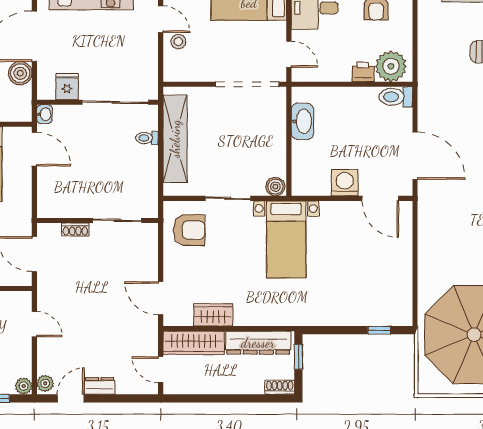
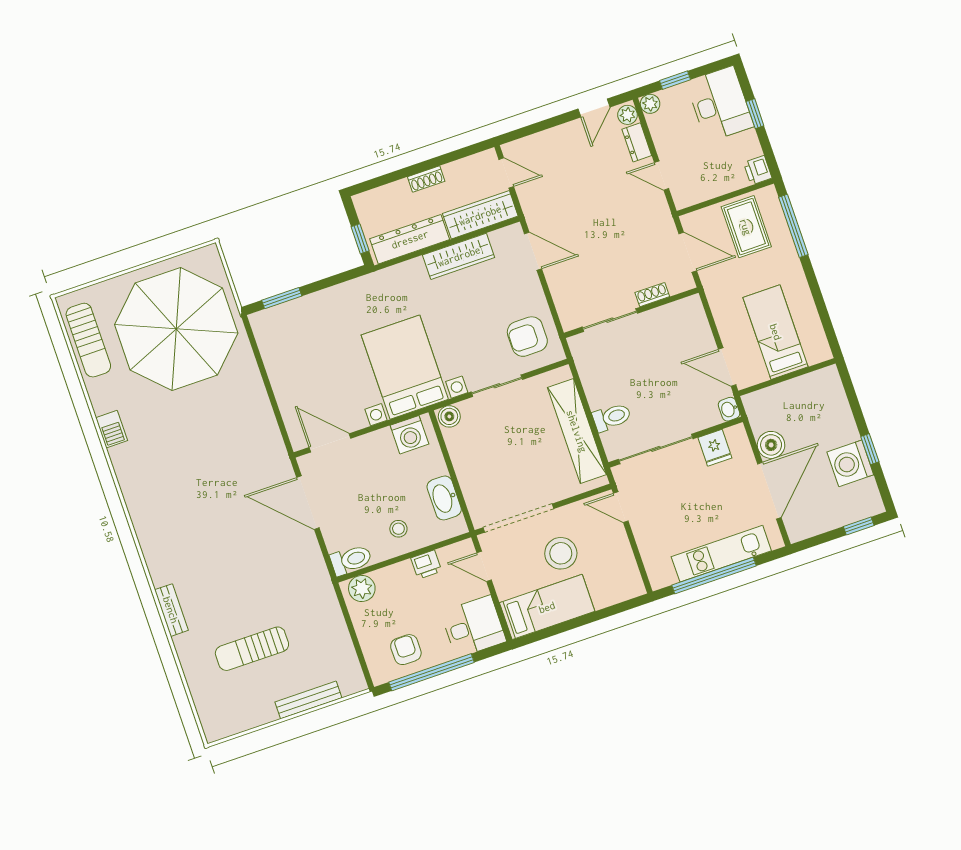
door: (161, 19) -> (621, 507), moved
stool: (178, 42) -> (561, 553), moved, width x1.89, depth x1.89
plant: (391, 66) -> (362, 588), width x0.73, depth x0.73
printer: (363, 72) -> (426, 565), moved
stool: (348, 109) -> (398, 529), added
toilet: (147, 138) -> (612, 417), width x1.37, depth x1.39
washing machine: (345, 183) -> (409, 435), moved
bed with nightstands: (286, 239) -> (405, 367), width x1.36
wardrobe: (213, 315) -> (459, 256), width x1.50
window: (379, 330) -> (282, 298), width x1.50
dresser: (100, 386) -> (637, 142), moved, turned 90
shoe rack: (280, 387) -> (426, 179), moved

